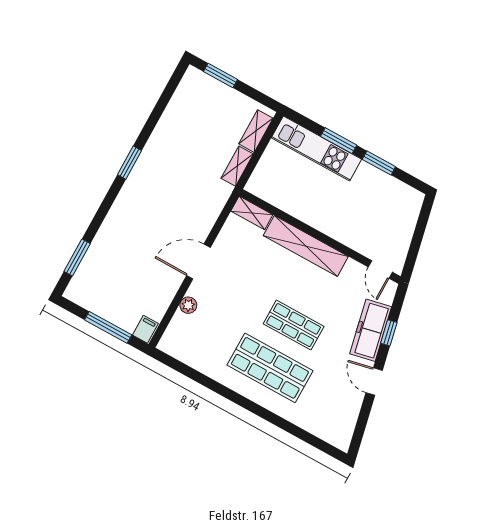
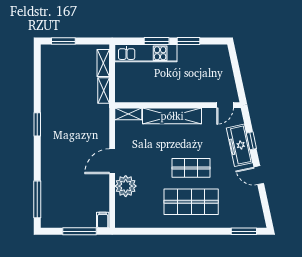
window: (77, 258) -> (37, 199), width x1.44
door: (380, 269) -> (225, 105), hinge flipped
plant: (188, 305) -> (126, 186), width x1.87, depth x1.87
window: (316, 442) -> (244, 231), added

